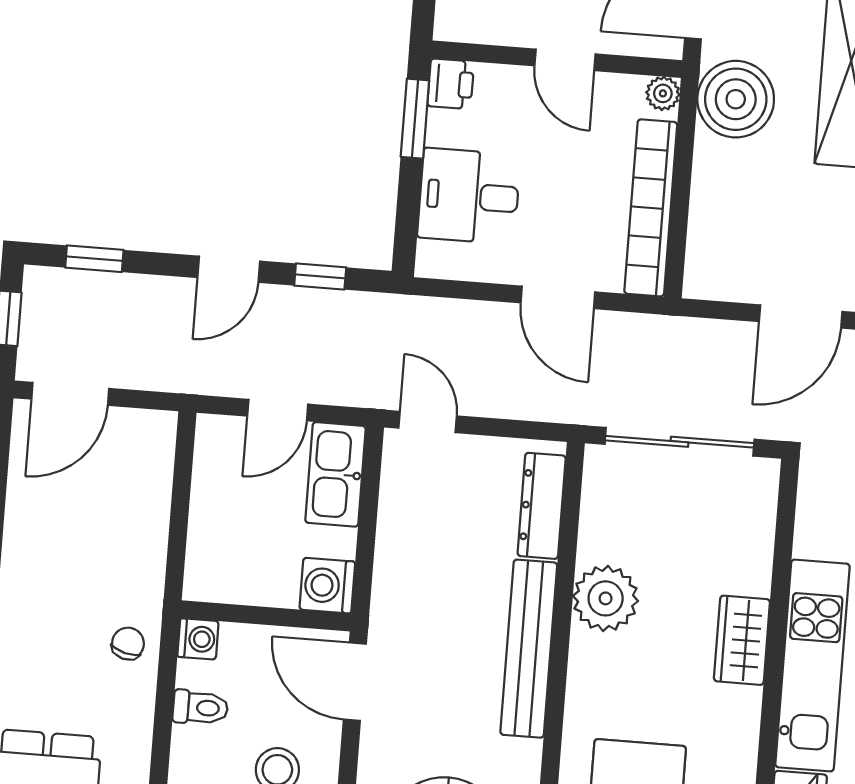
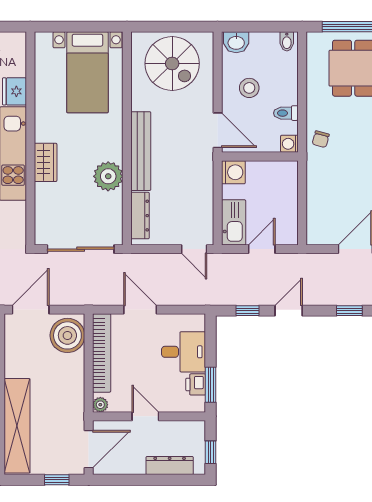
printer: (451, 84) -> (196, 384), moved
boiler: (736, 99) -> (67, 335), moved

